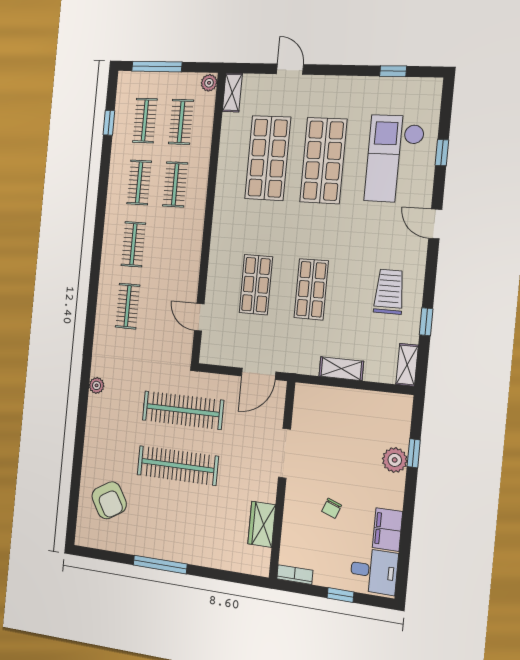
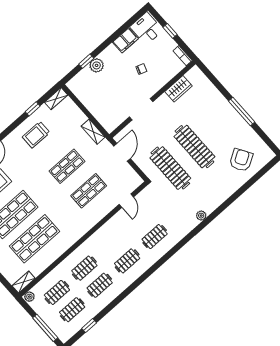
shelving: (341, 369) -> (93, 132), moved
door: (259, 374) -> (122, 152), hinge flipped

